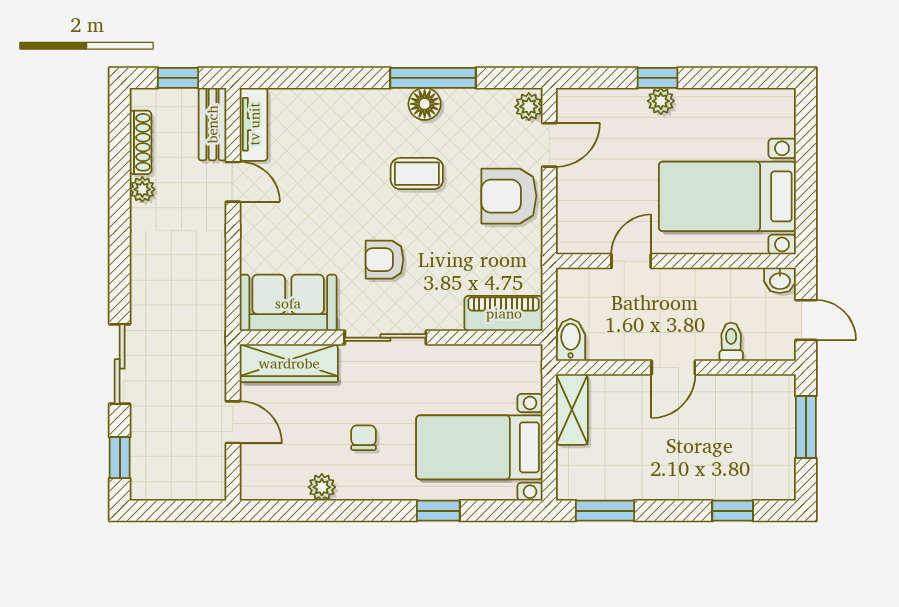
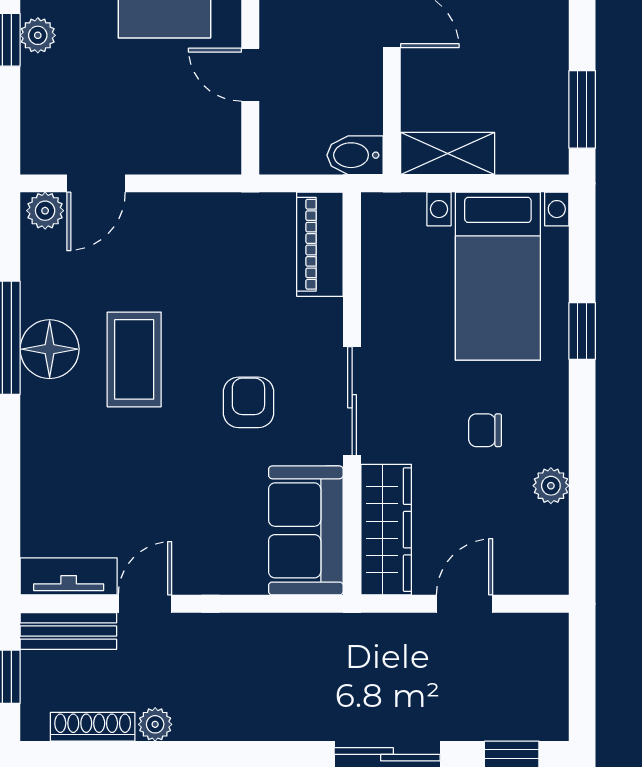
floor lamp: (425, 104) -> (50, 349), width x1.38, depth x1.38
door: (549, 145) -> (96, 183), swing flipped
coffee table: (417, 174) -> (134, 359), width x1.36, depth x1.30
armchair: (509, 196) -> (164, 237), removed
armchair: (384, 260) -> (248, 402), turned 180

